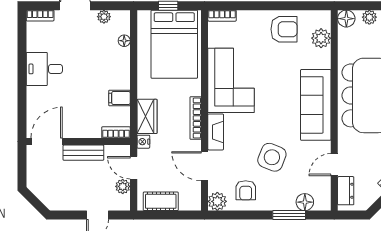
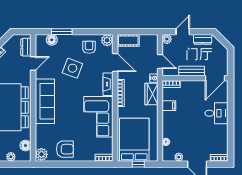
floor lamp: (346, 19) -> (25, 145), moved
armchair: (284, 29) -> (65, 149), turned 180
plant: (321, 38) -> (41, 154), moved
desk: (44, 69) -> (216, 113), moved
plant: (123, 186) -> (167, 39), moved
cot: (161, 201) -> (128, 40), moved
dresser: (66, 203) -> (203, 39), added

